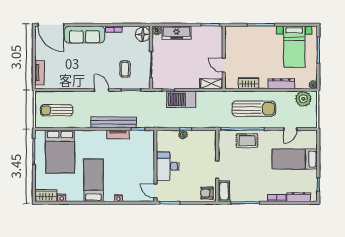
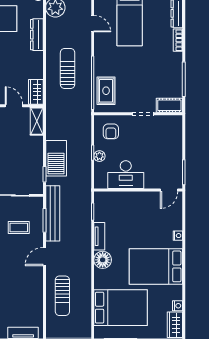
door: (224, 65) -> (14, 106), swing flipped
wardrobe: (248, 83) -> (36, 92), moved
sun lounger: (254, 109) -> (68, 69), width x0.73, depth x0.75
sun lounger: (57, 110) -> (62, 296), moved
bench: (113, 122) -> (53, 213), moved
floor lamp: (99, 137) -> (103, 260), added
rug: (247, 141) -> (106, 91), moved
desk: (168, 166) -> (126, 175), moved
bed: (93, 180) -> (156, 266), width x1.50
armchair: (207, 193) -> (111, 131), moved

